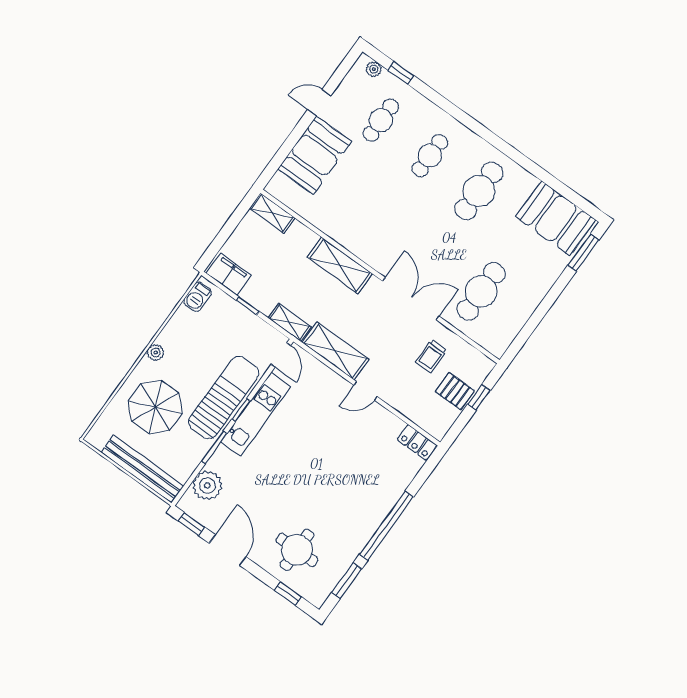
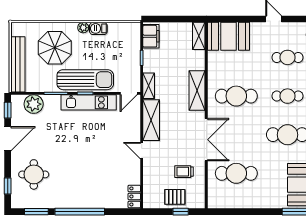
booth: (315, 155) -> (228, 36), moved
cafe table: (383, 221) -> (236, 96), added
barbecue: (197, 297) -> (98, 28), moved
pallet: (455, 391) -> (175, 197), turned 90

